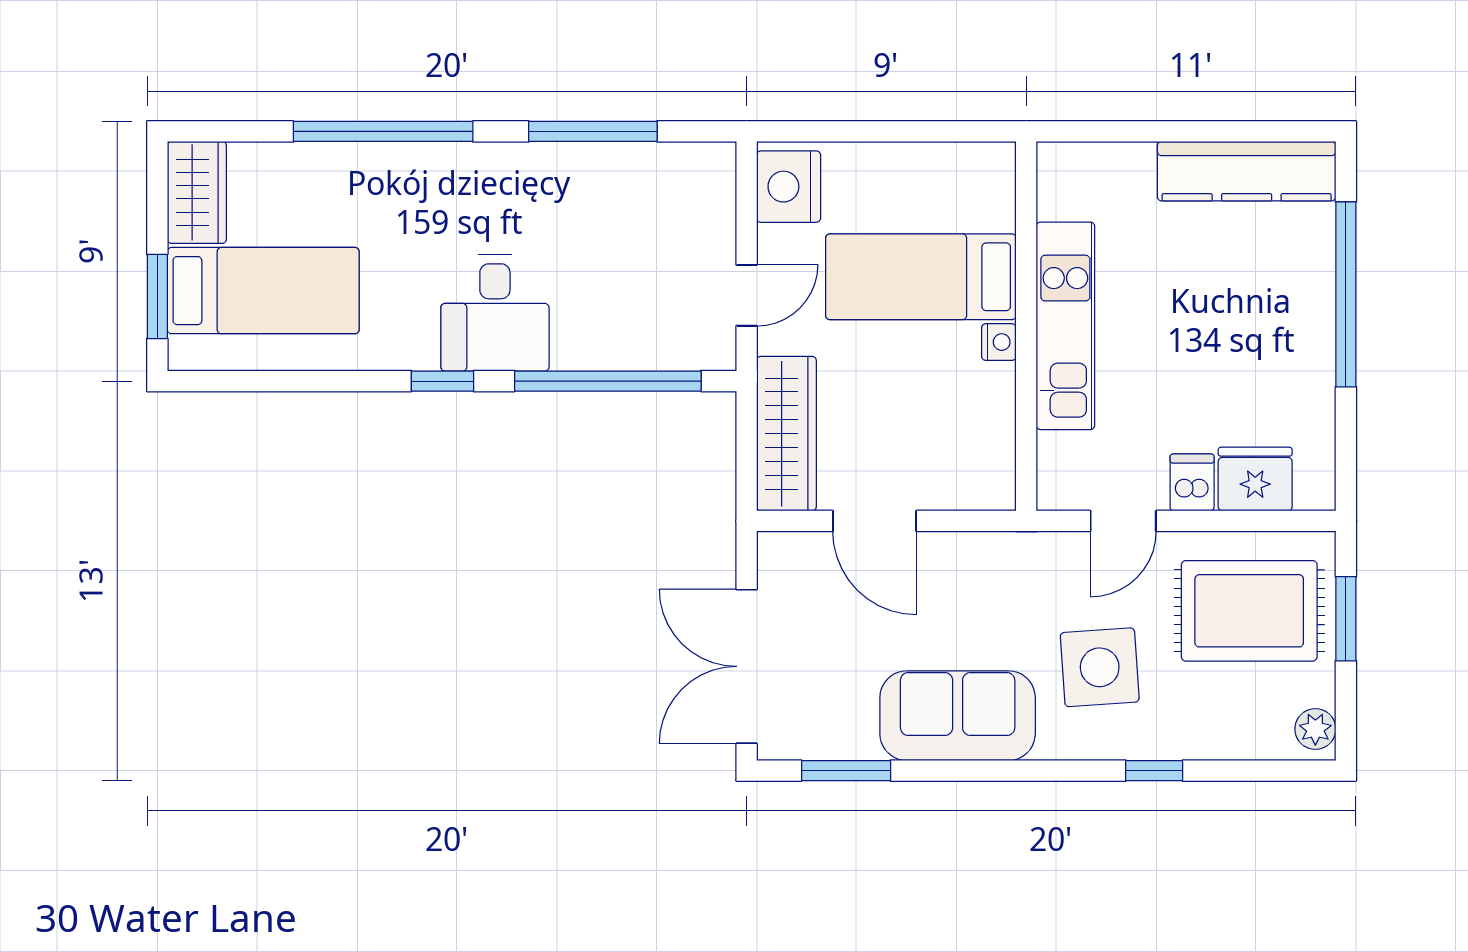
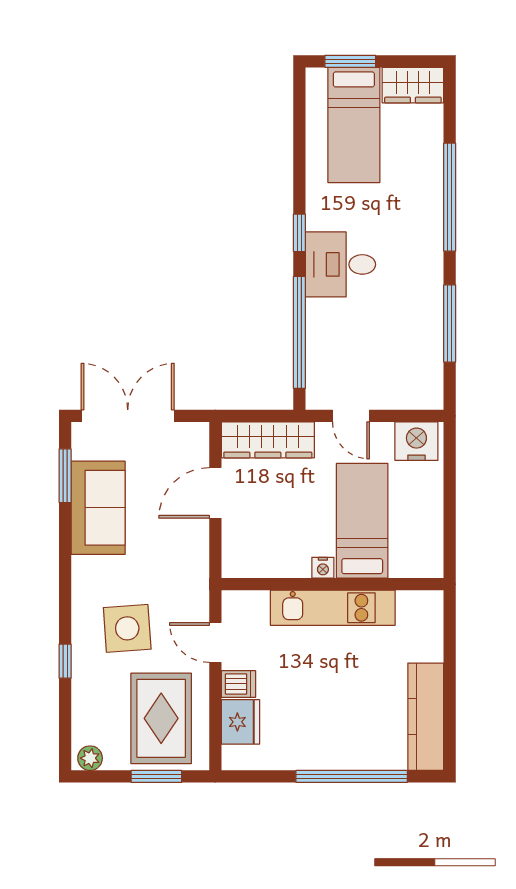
sofa: (958, 716) -> (98, 508), moved

